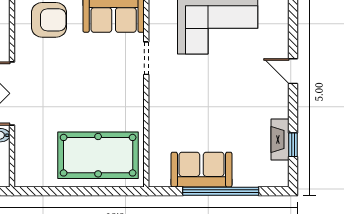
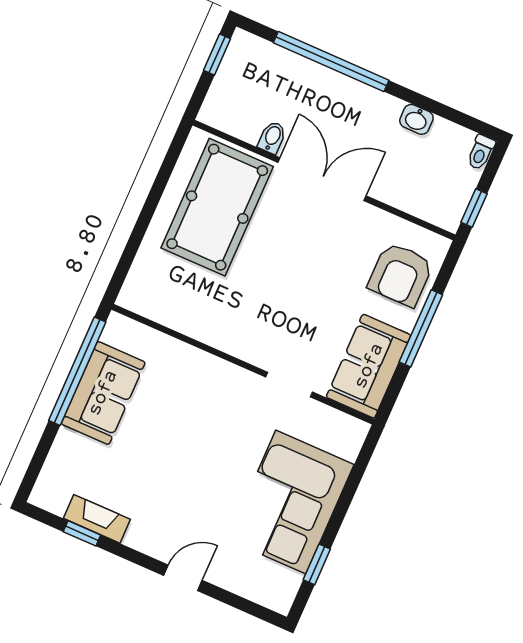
pool table: (98, 155) -> (217, 207), moved
window: (221, 191) -> (77, 371), moved

